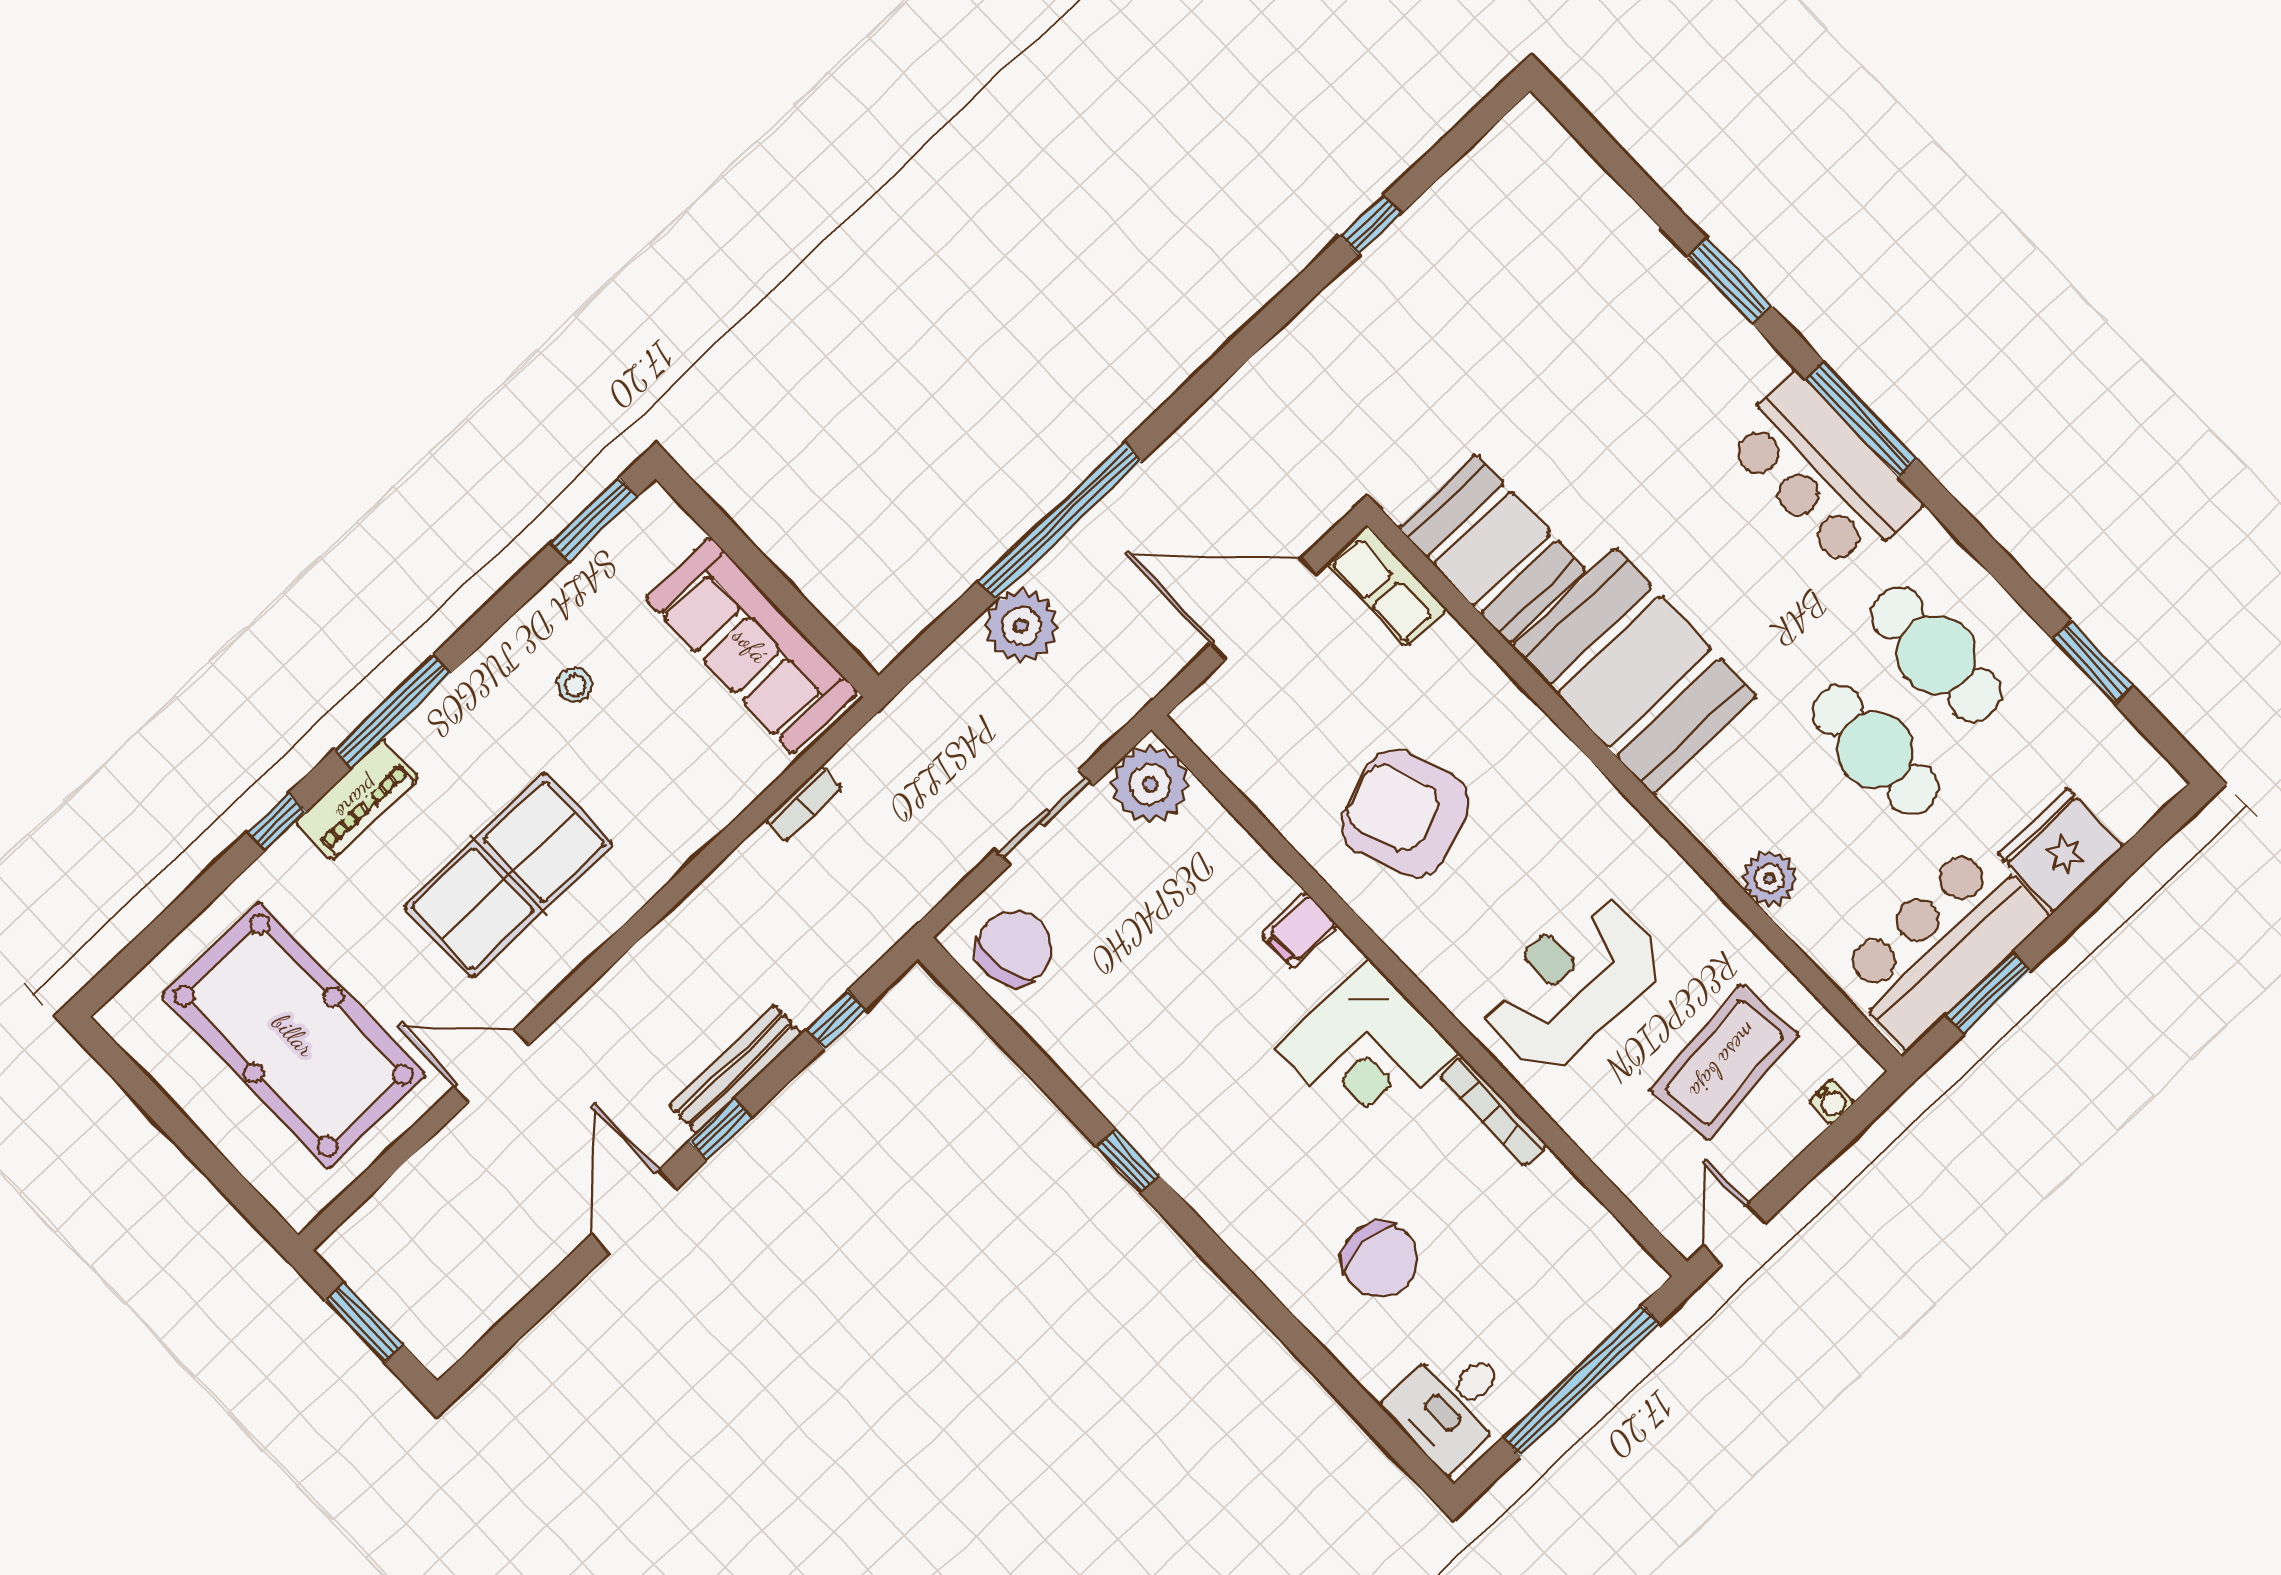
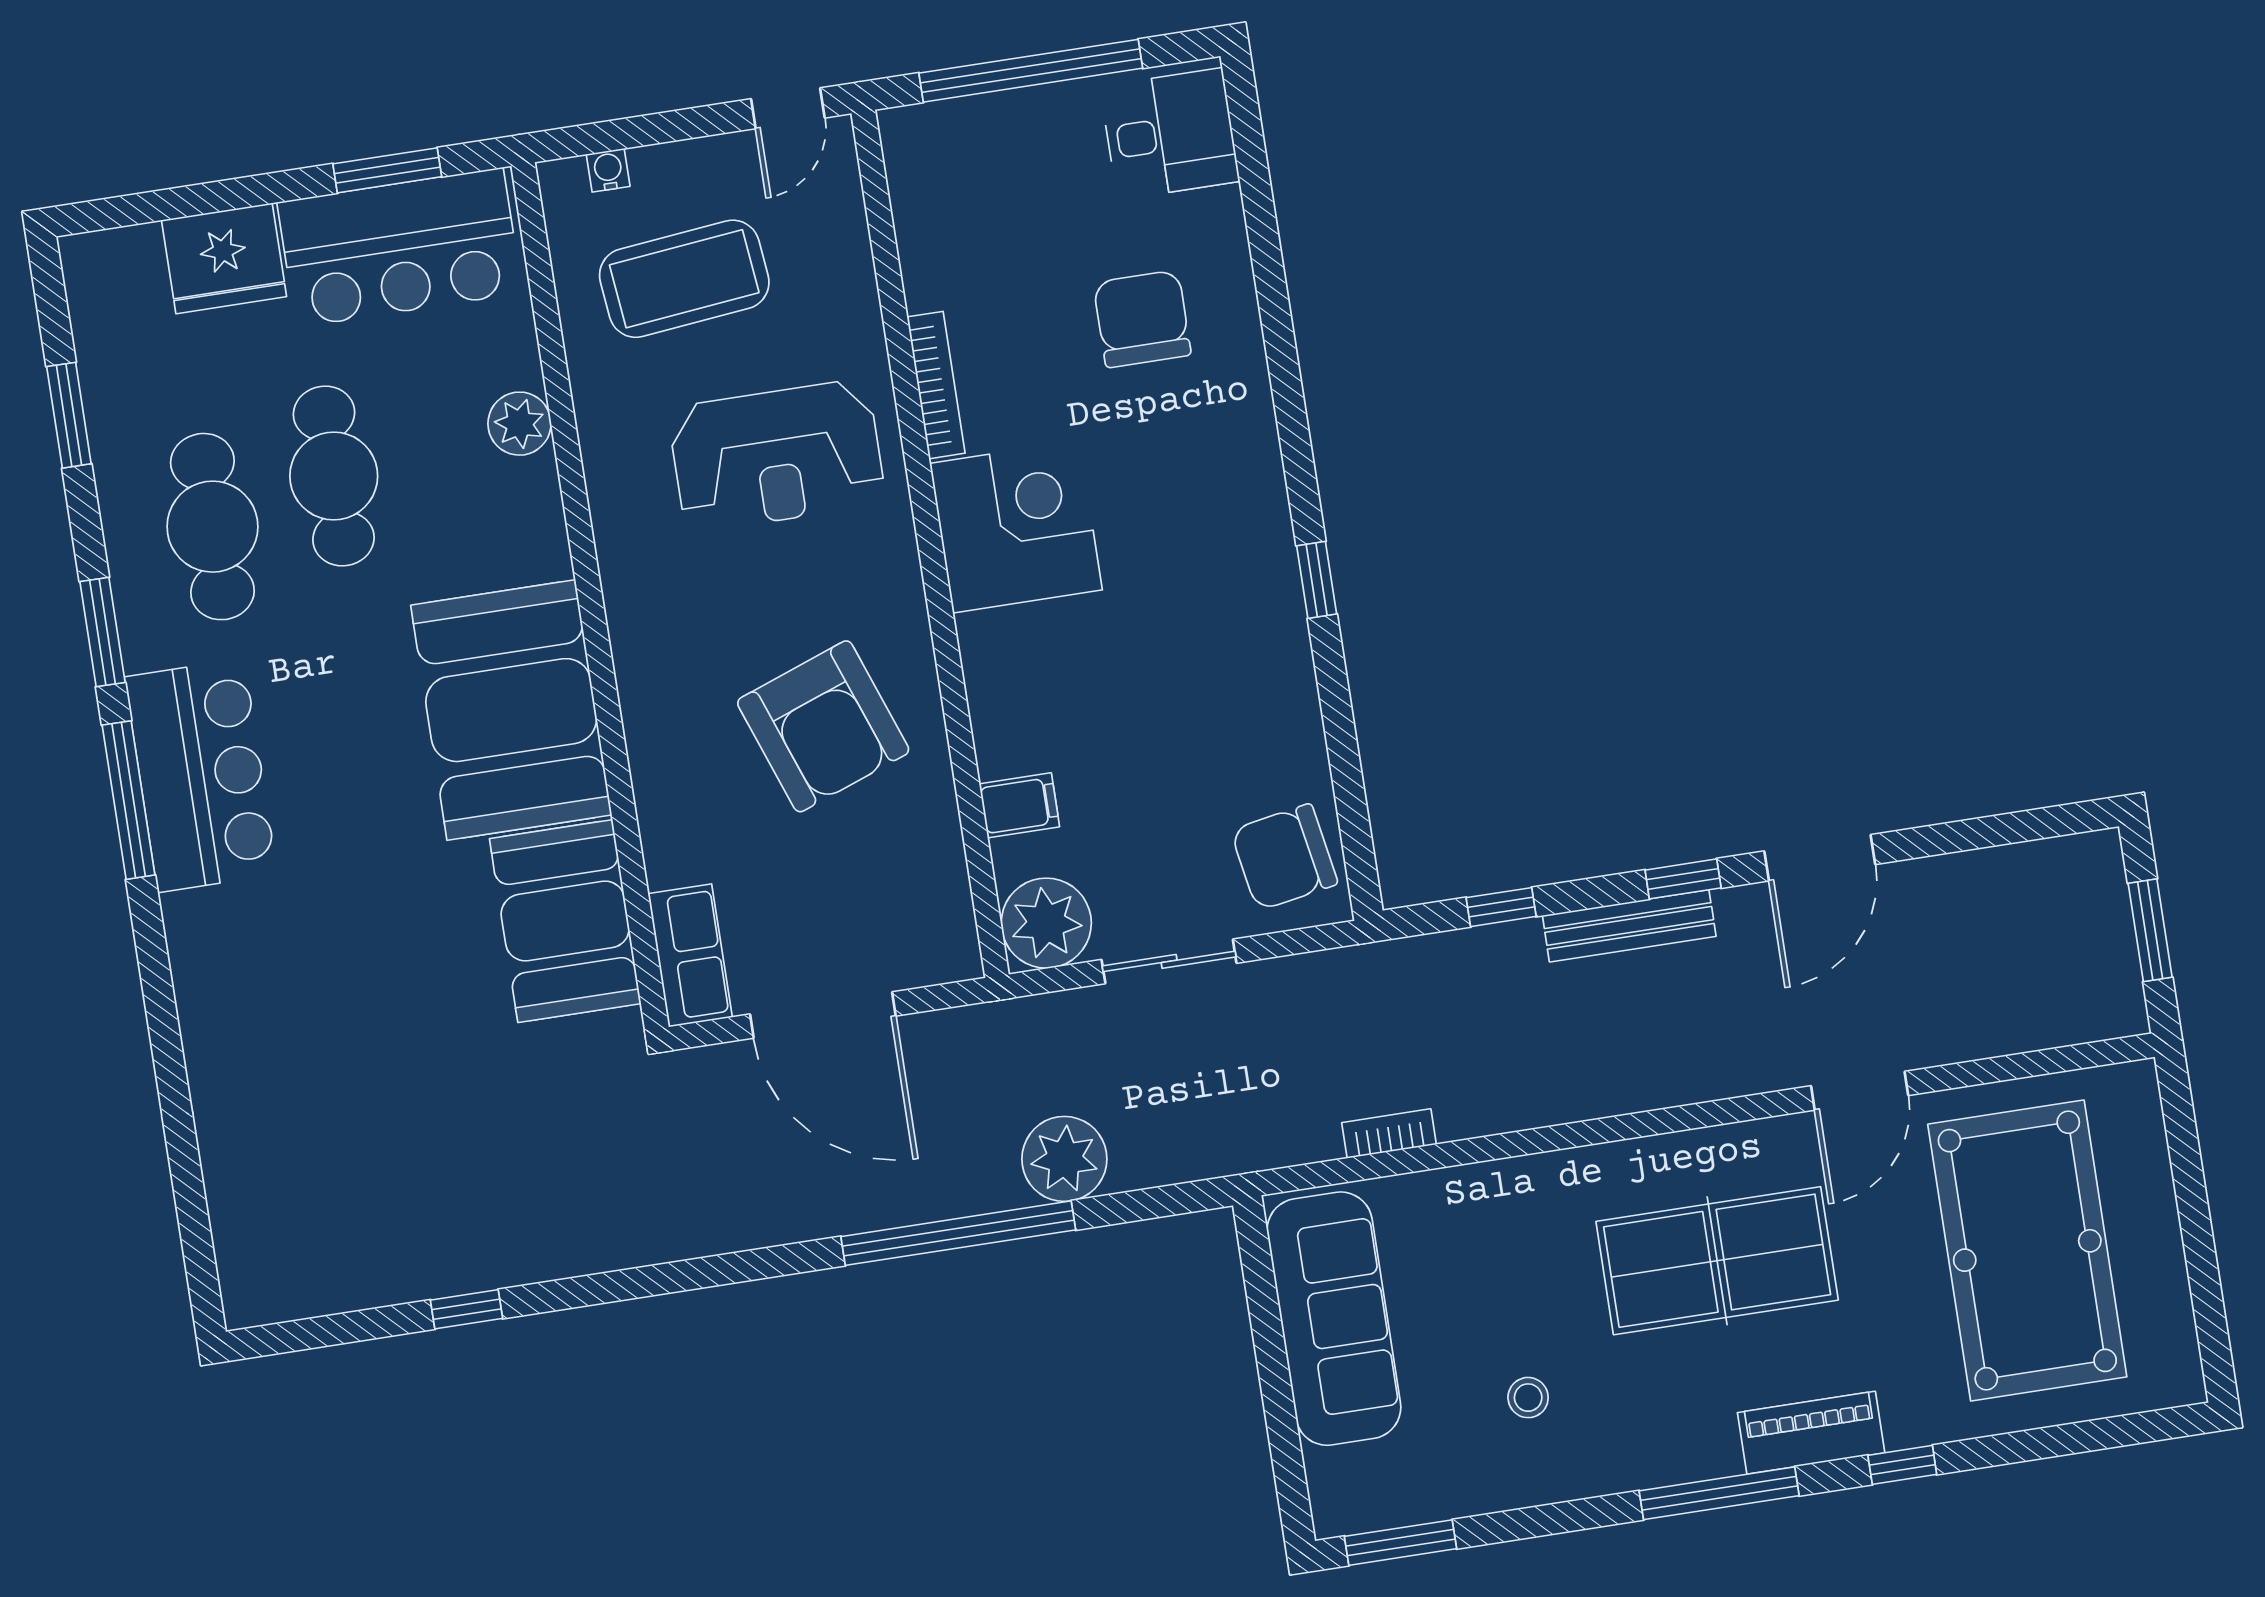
window: (1730, 281) -> (103, 632), moved
filing cabinet: (1300, 931) -> (1019, 805), moved
door: (491, 1066) -> (1860, 1091), hinge flipped

